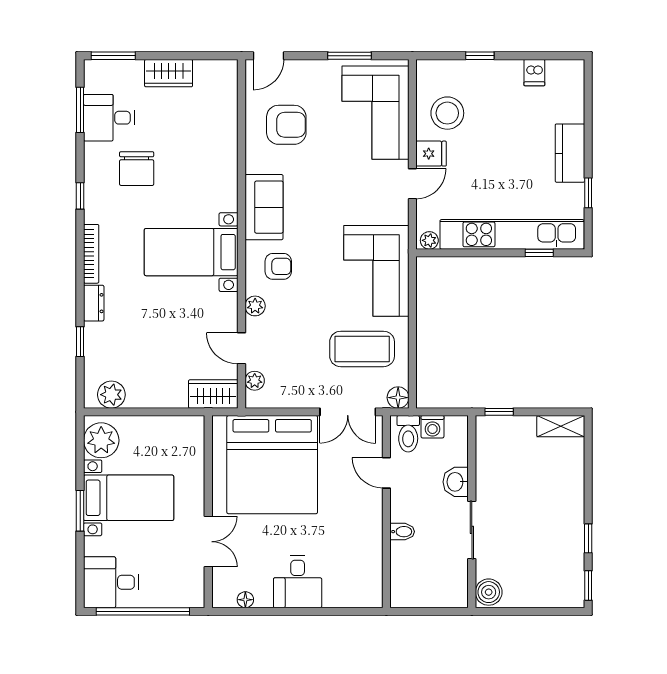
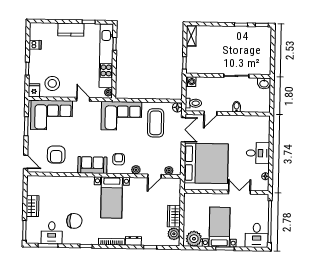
armchair: (286, 125) -> (56, 155), turned 180
fridge: (431, 154) -> (34, 90), moved
wardrobe: (213, 394) -> (174, 216), moved
washing machine: (432, 427) -> (191, 82), moved
washbasin: (456, 482) -> (264, 83), moved
boiler: (489, 592) -> (264, 69), removed

